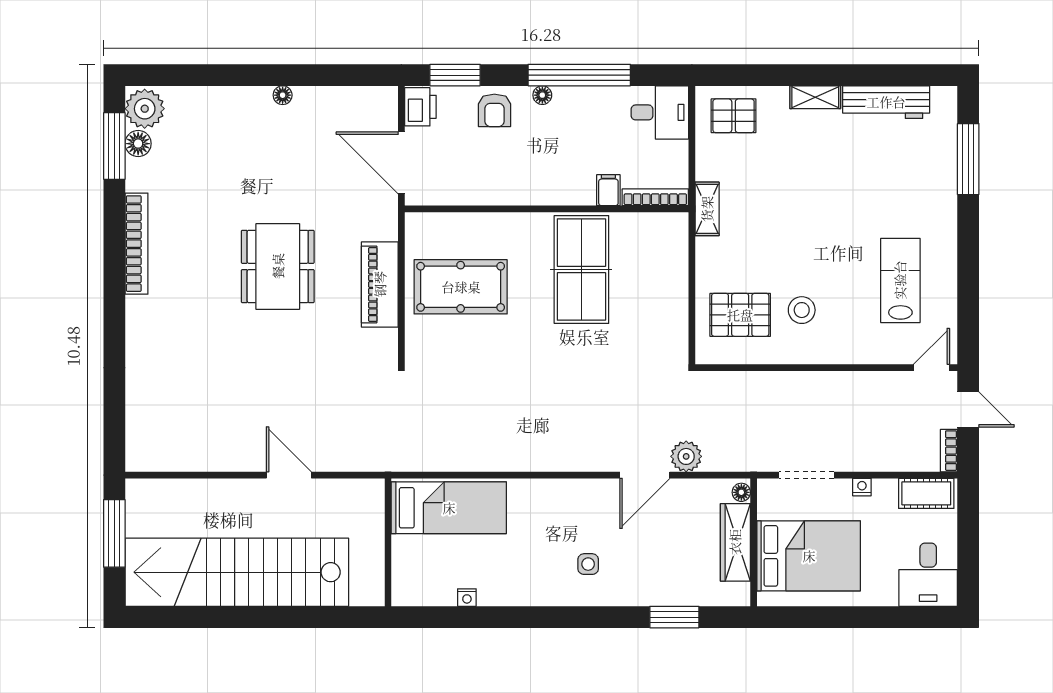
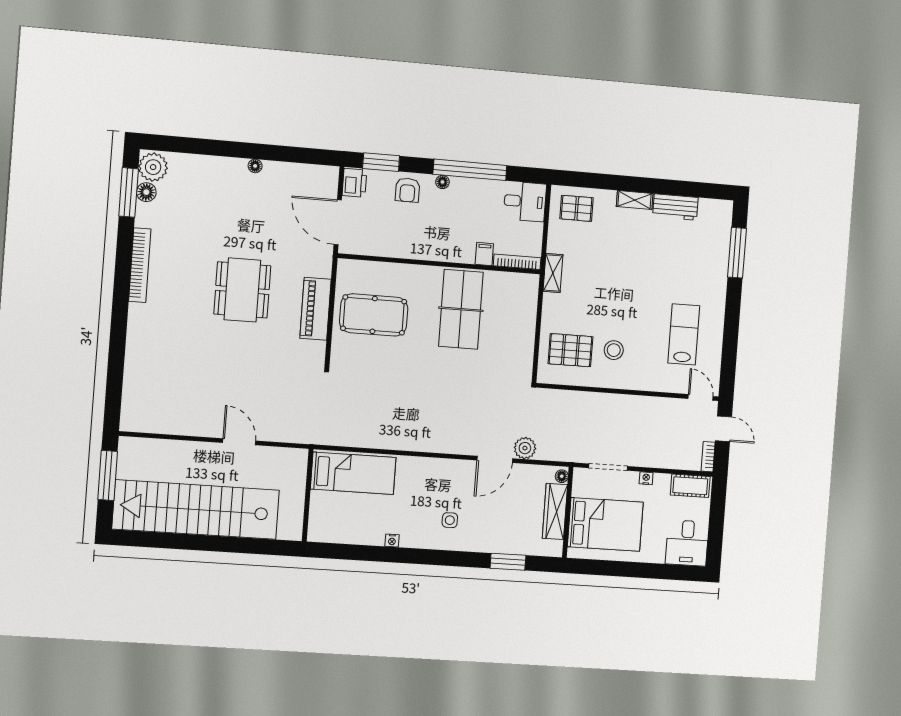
workbench: (886, 102) -> (675, 207), width x0.73
door: (932, 368) -> (701, 397), hinge flipped
nightstand: (467, 598) -> (392, 540), moved

